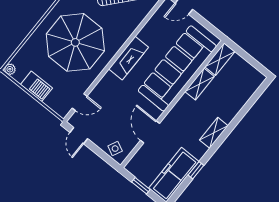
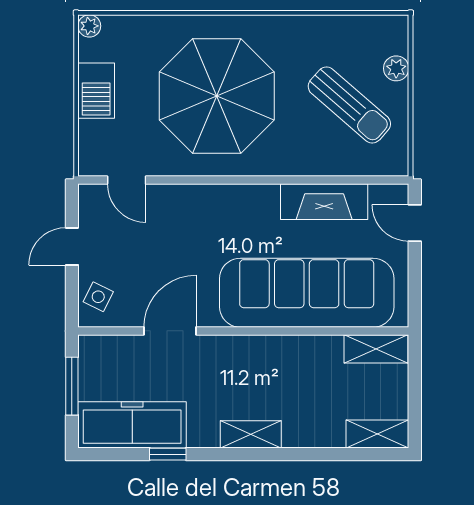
fireplace: (129, 58) -> (324, 202), moved
shelving: (200, 84) -> (377, 434), moved
door: (79, 136) -> (72, 246), moved
window: (141, 186) -> (72, 386), width x1.50

